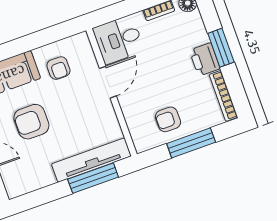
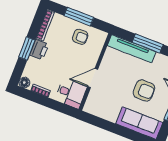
armchair: (58, 68) -> (110, 104), removed
window: (93, 178) -> (148, 43), moved

